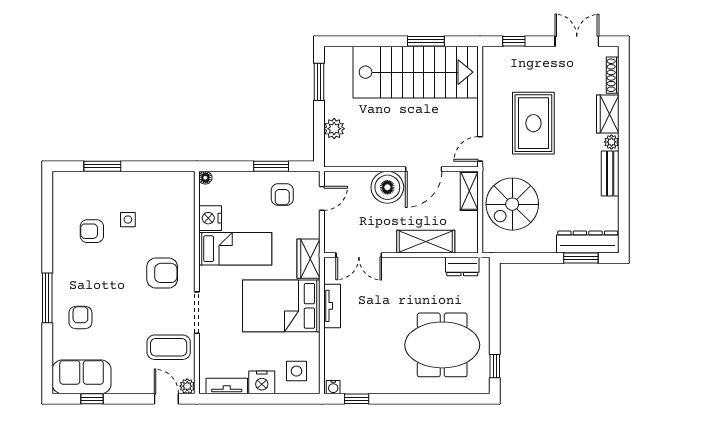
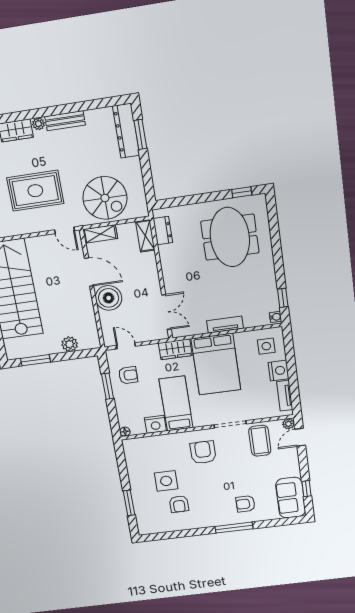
side table: (128, 220) -> (166, 481), width x1.87, depth x1.87
shelving: (426, 242) -> (145, 236), moved, width x0.67, depth x0.75
tv unit: (332, 306) -> (225, 325), moved

